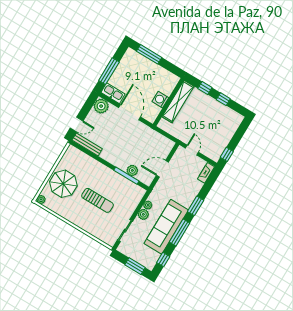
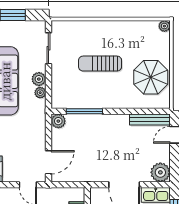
door: (162, 169) -> (48, 162), moved
plant: (132, 170) -> (58, 121), moved
parasol: (63, 184) -> (151, 77), moved

